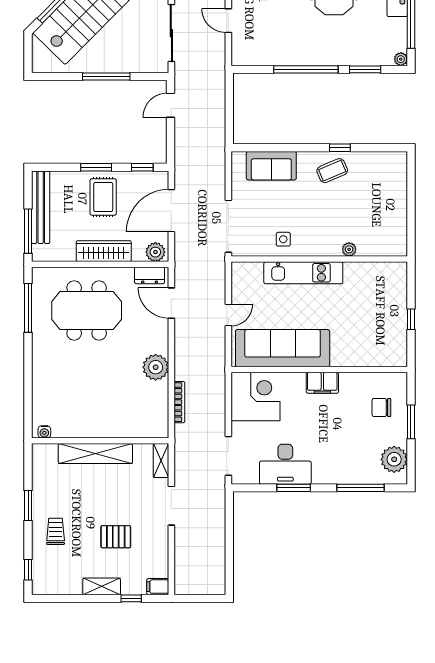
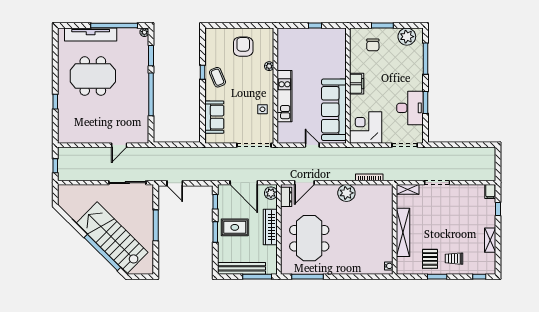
armchair: (379, 210) -> (243, 47), added
pallet: (116, 537) -> (430, 259), moved
shelving: (102, 586) -> (490, 240), moved

